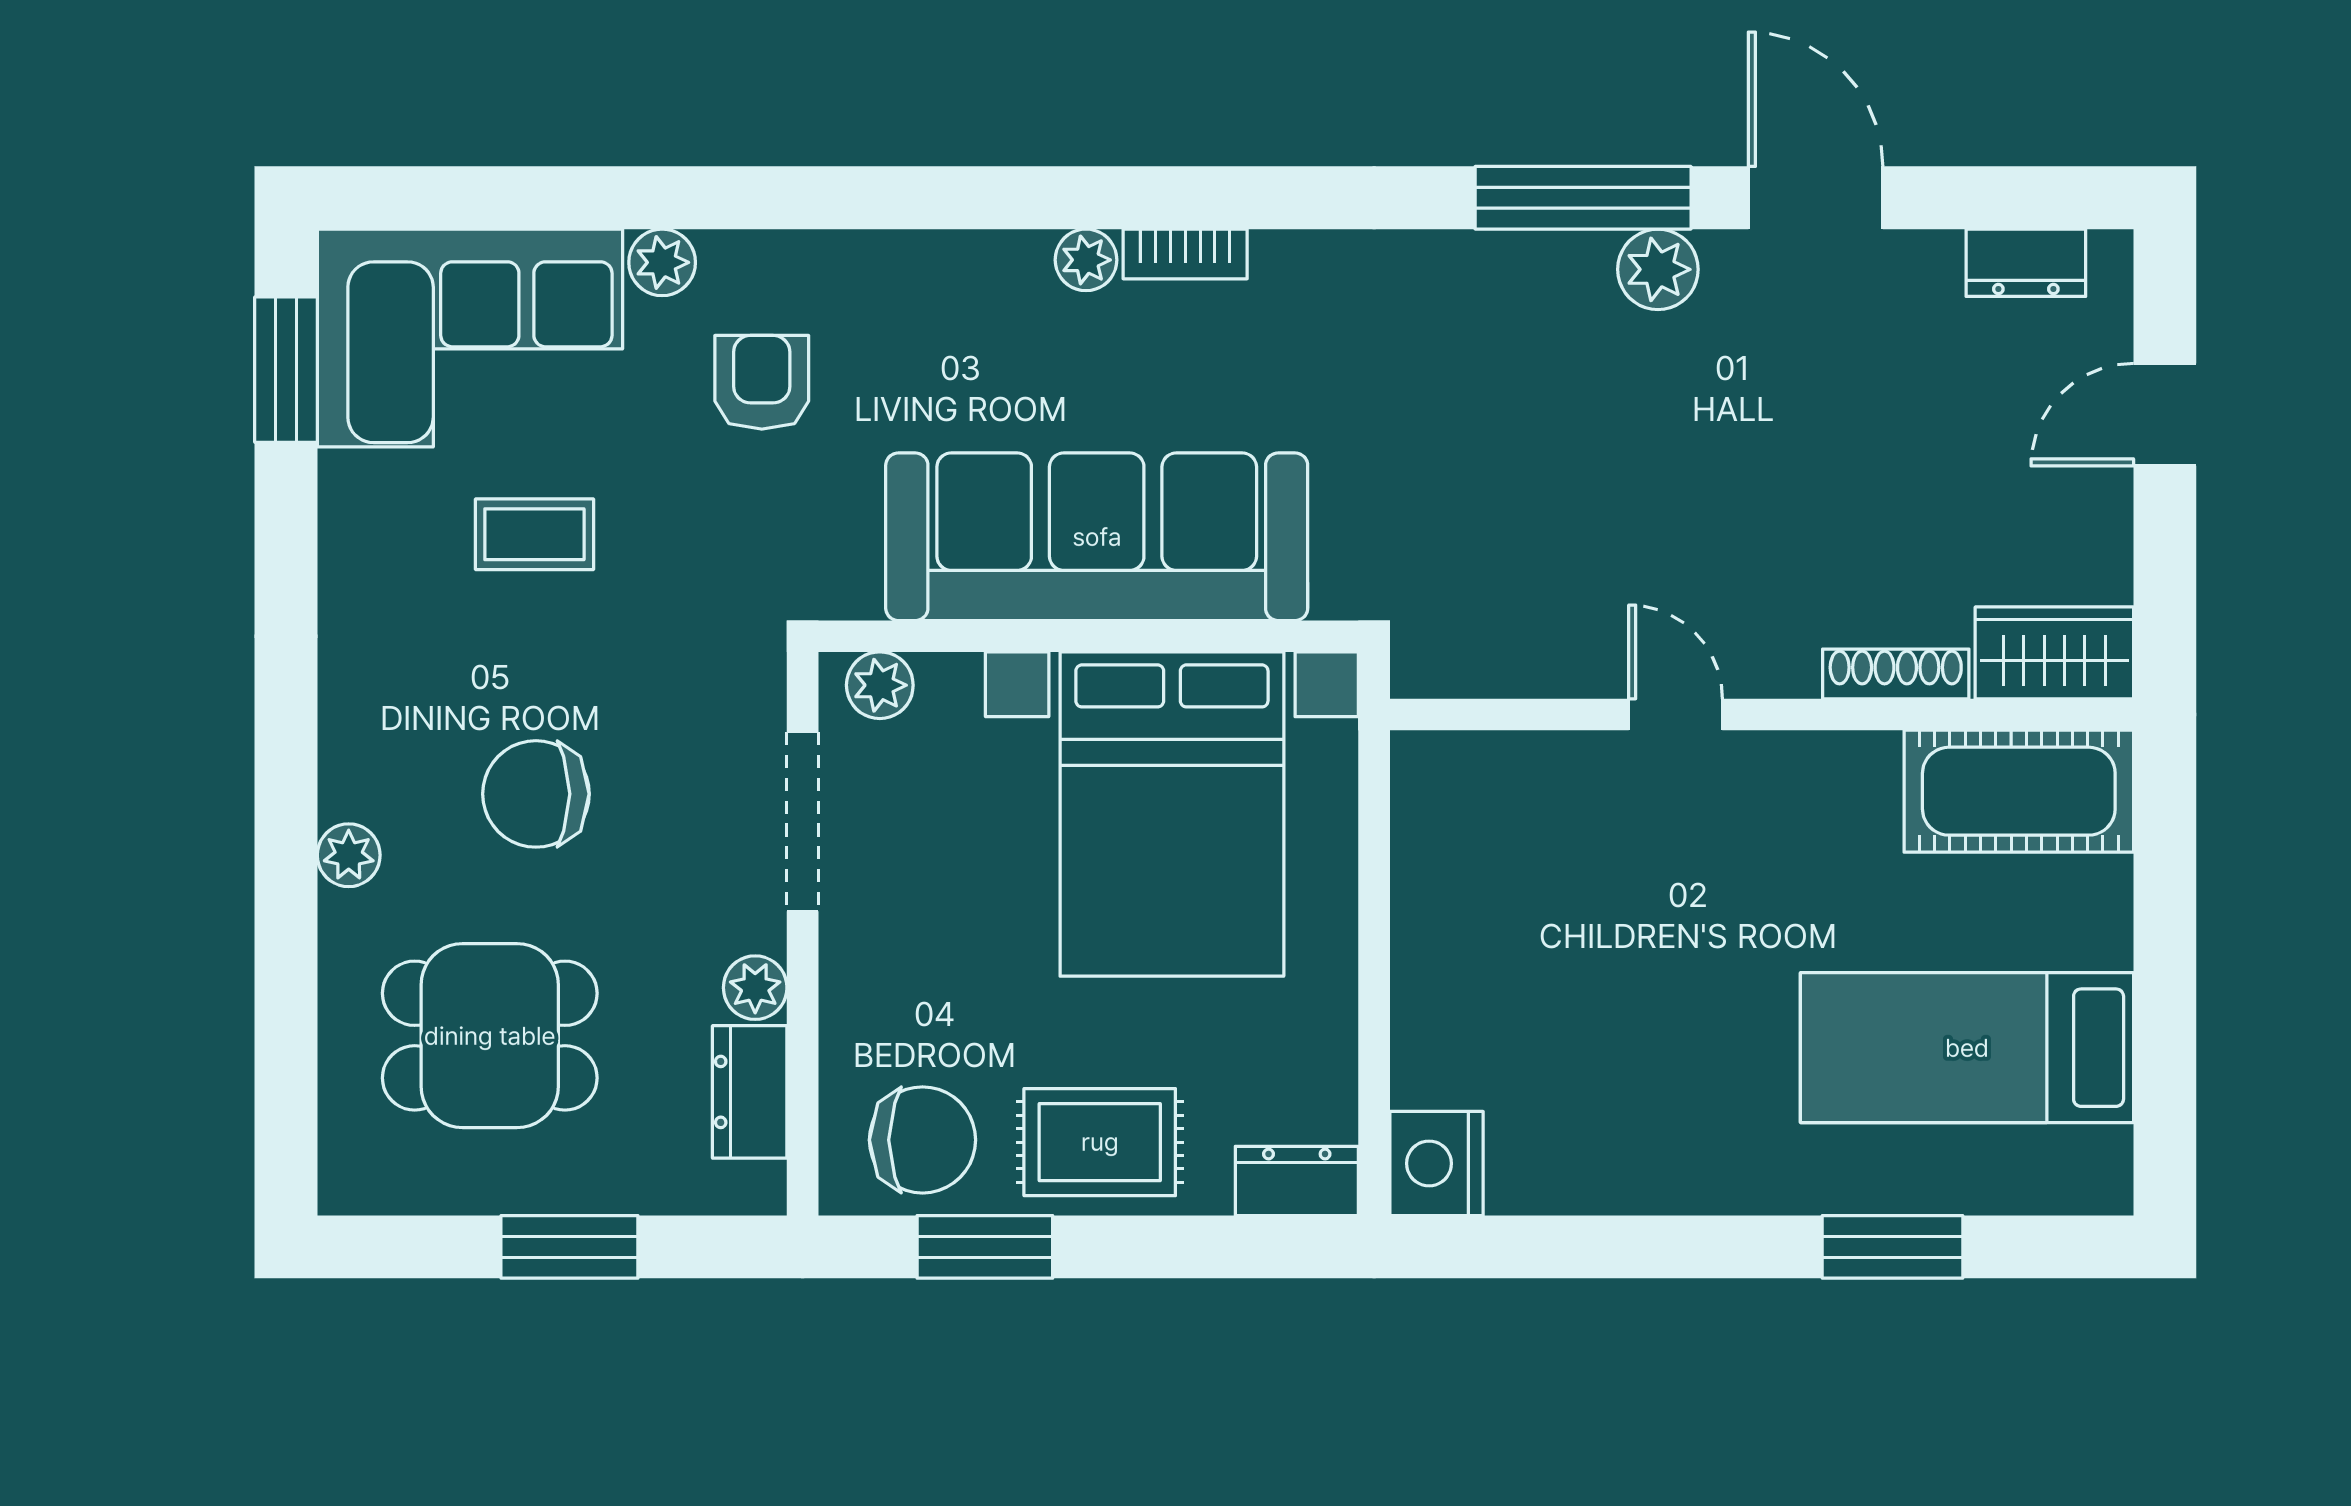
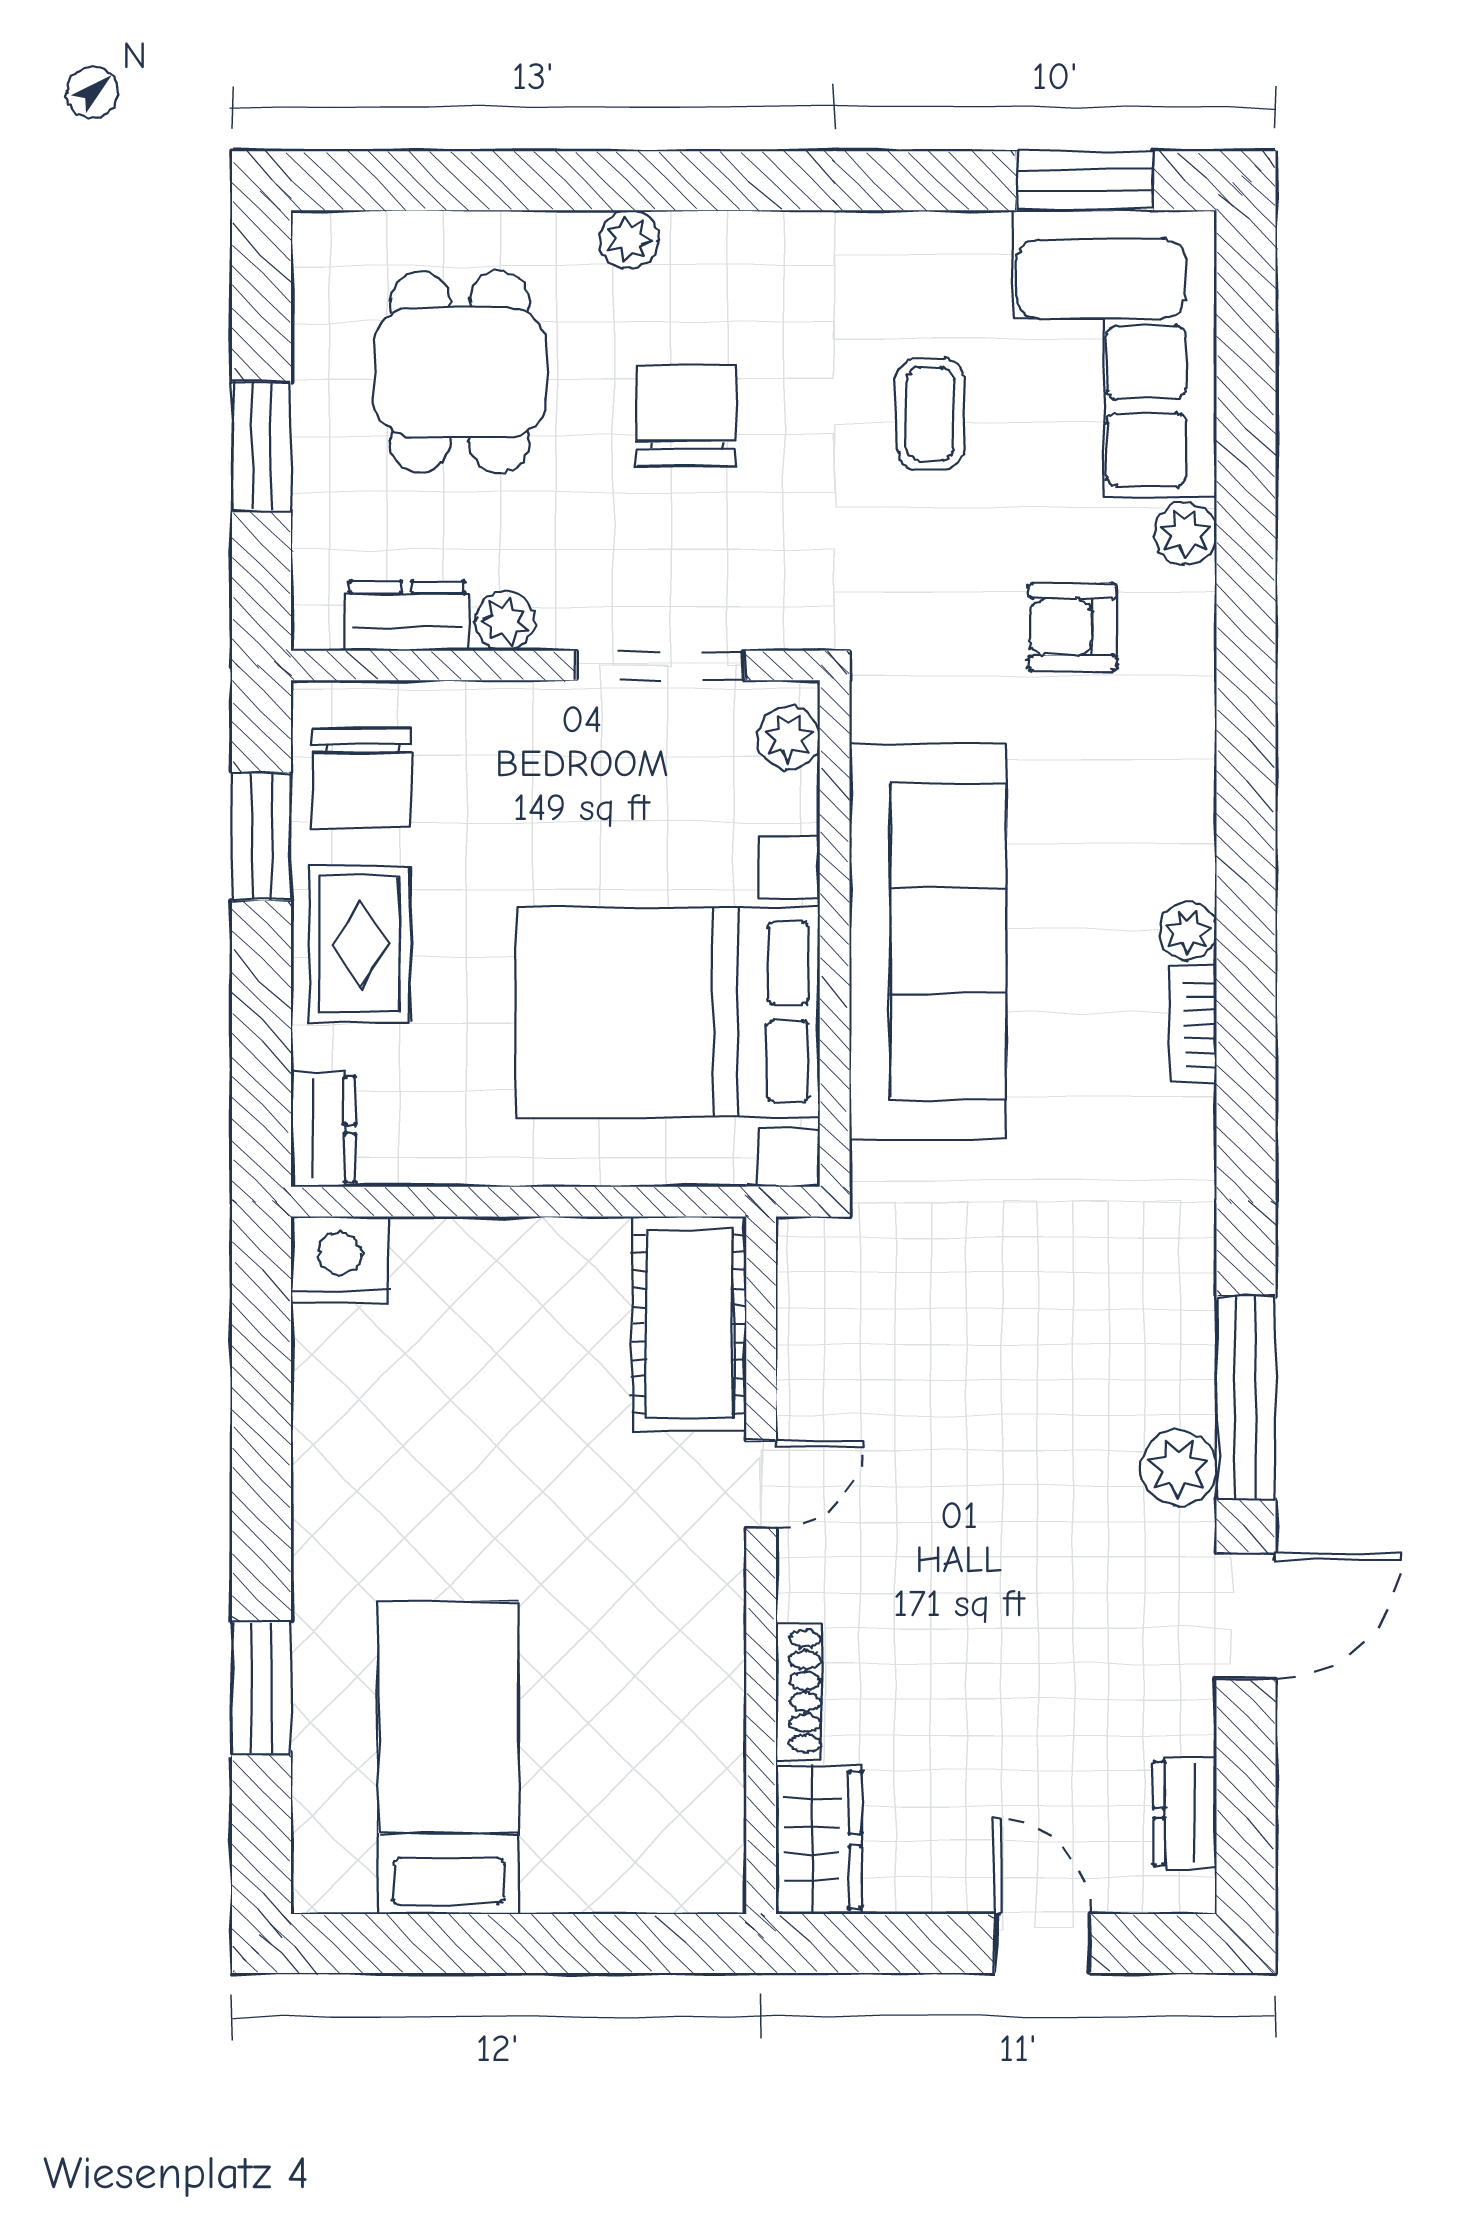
armchair: (762, 382) -> (1073, 627), turned 180
cot: (2019, 791) -> (689, 1324), moved

